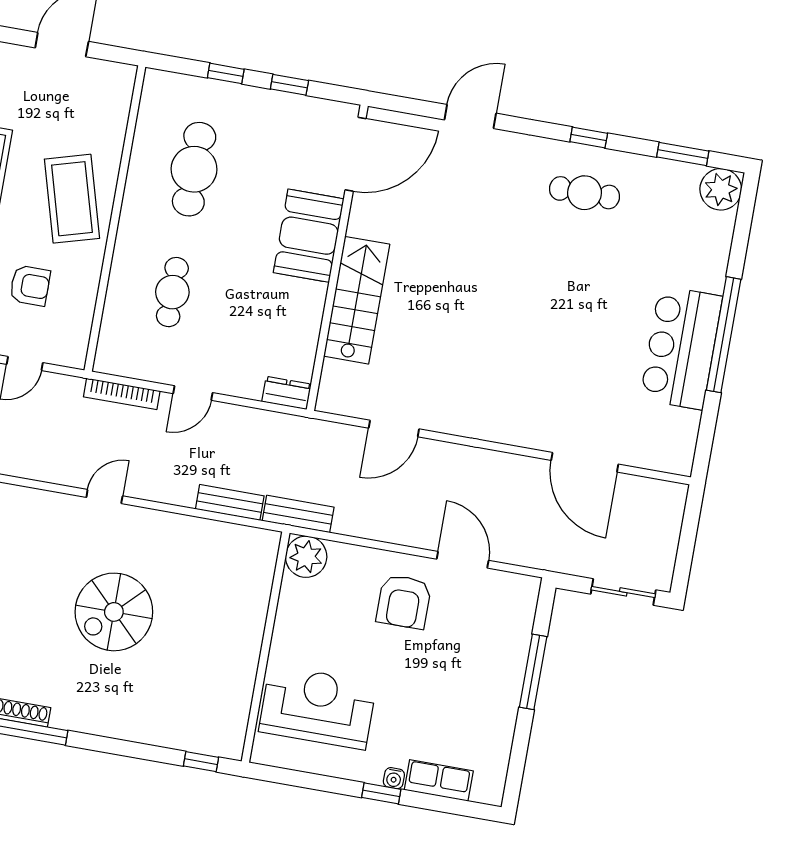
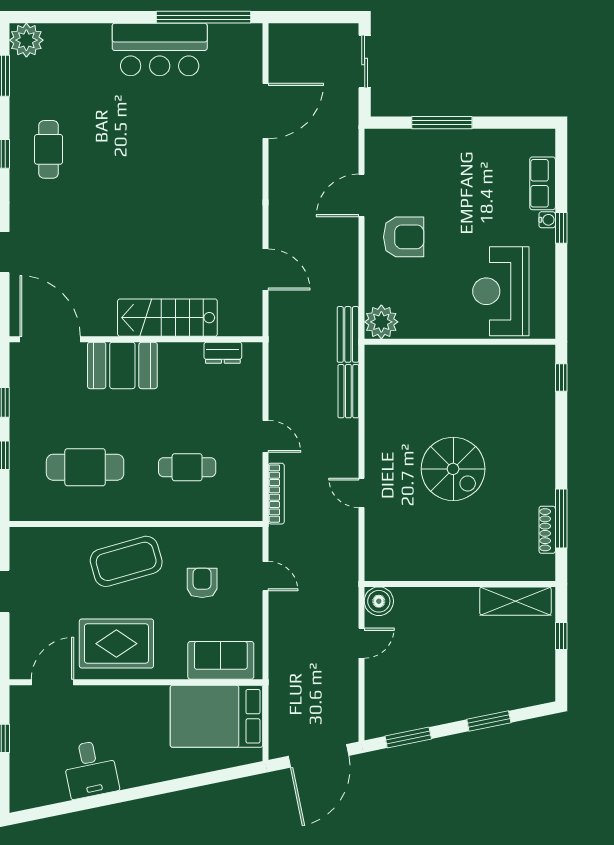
window: (724, 335) -> (204, 17), moved
dresser: (287, 393) -> (223, 353), moved, turned -90

